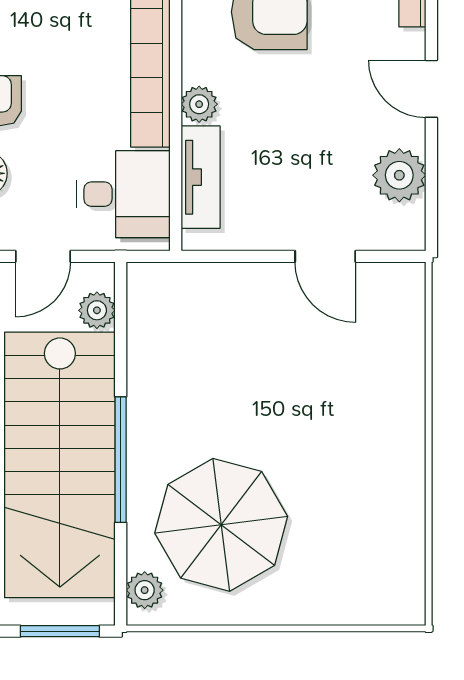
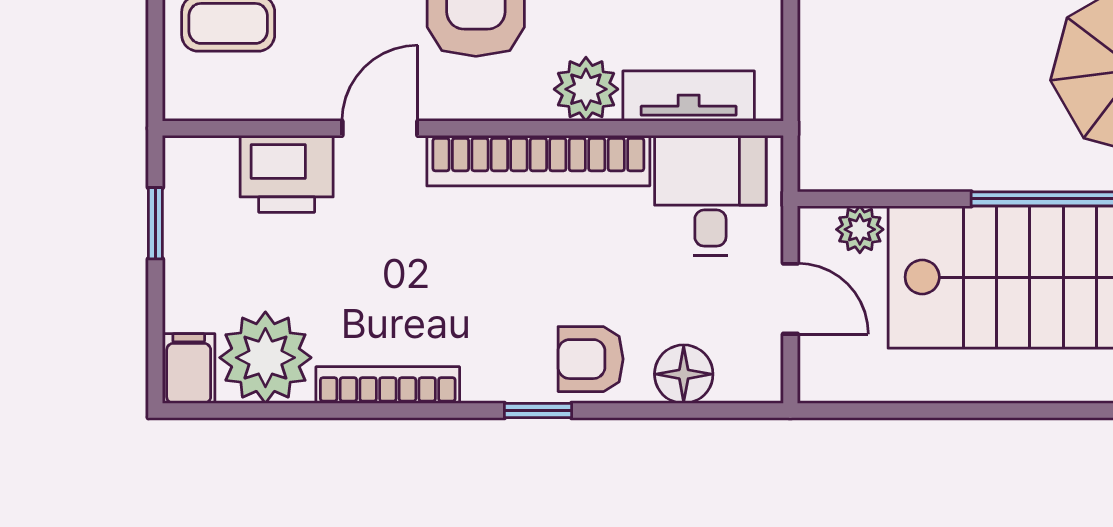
plant: (199, 104) -> (586, 89), width x1.38, depth x1.38

